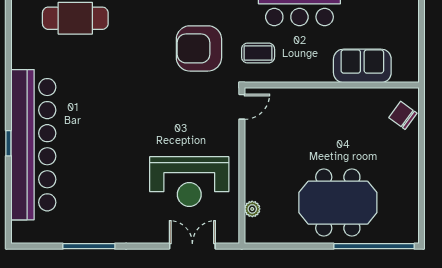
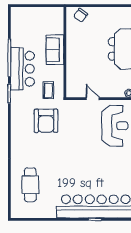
sofa: (362, 66) -> (55, 50), moved
door: (242, 107) -> (93, 99), moved

